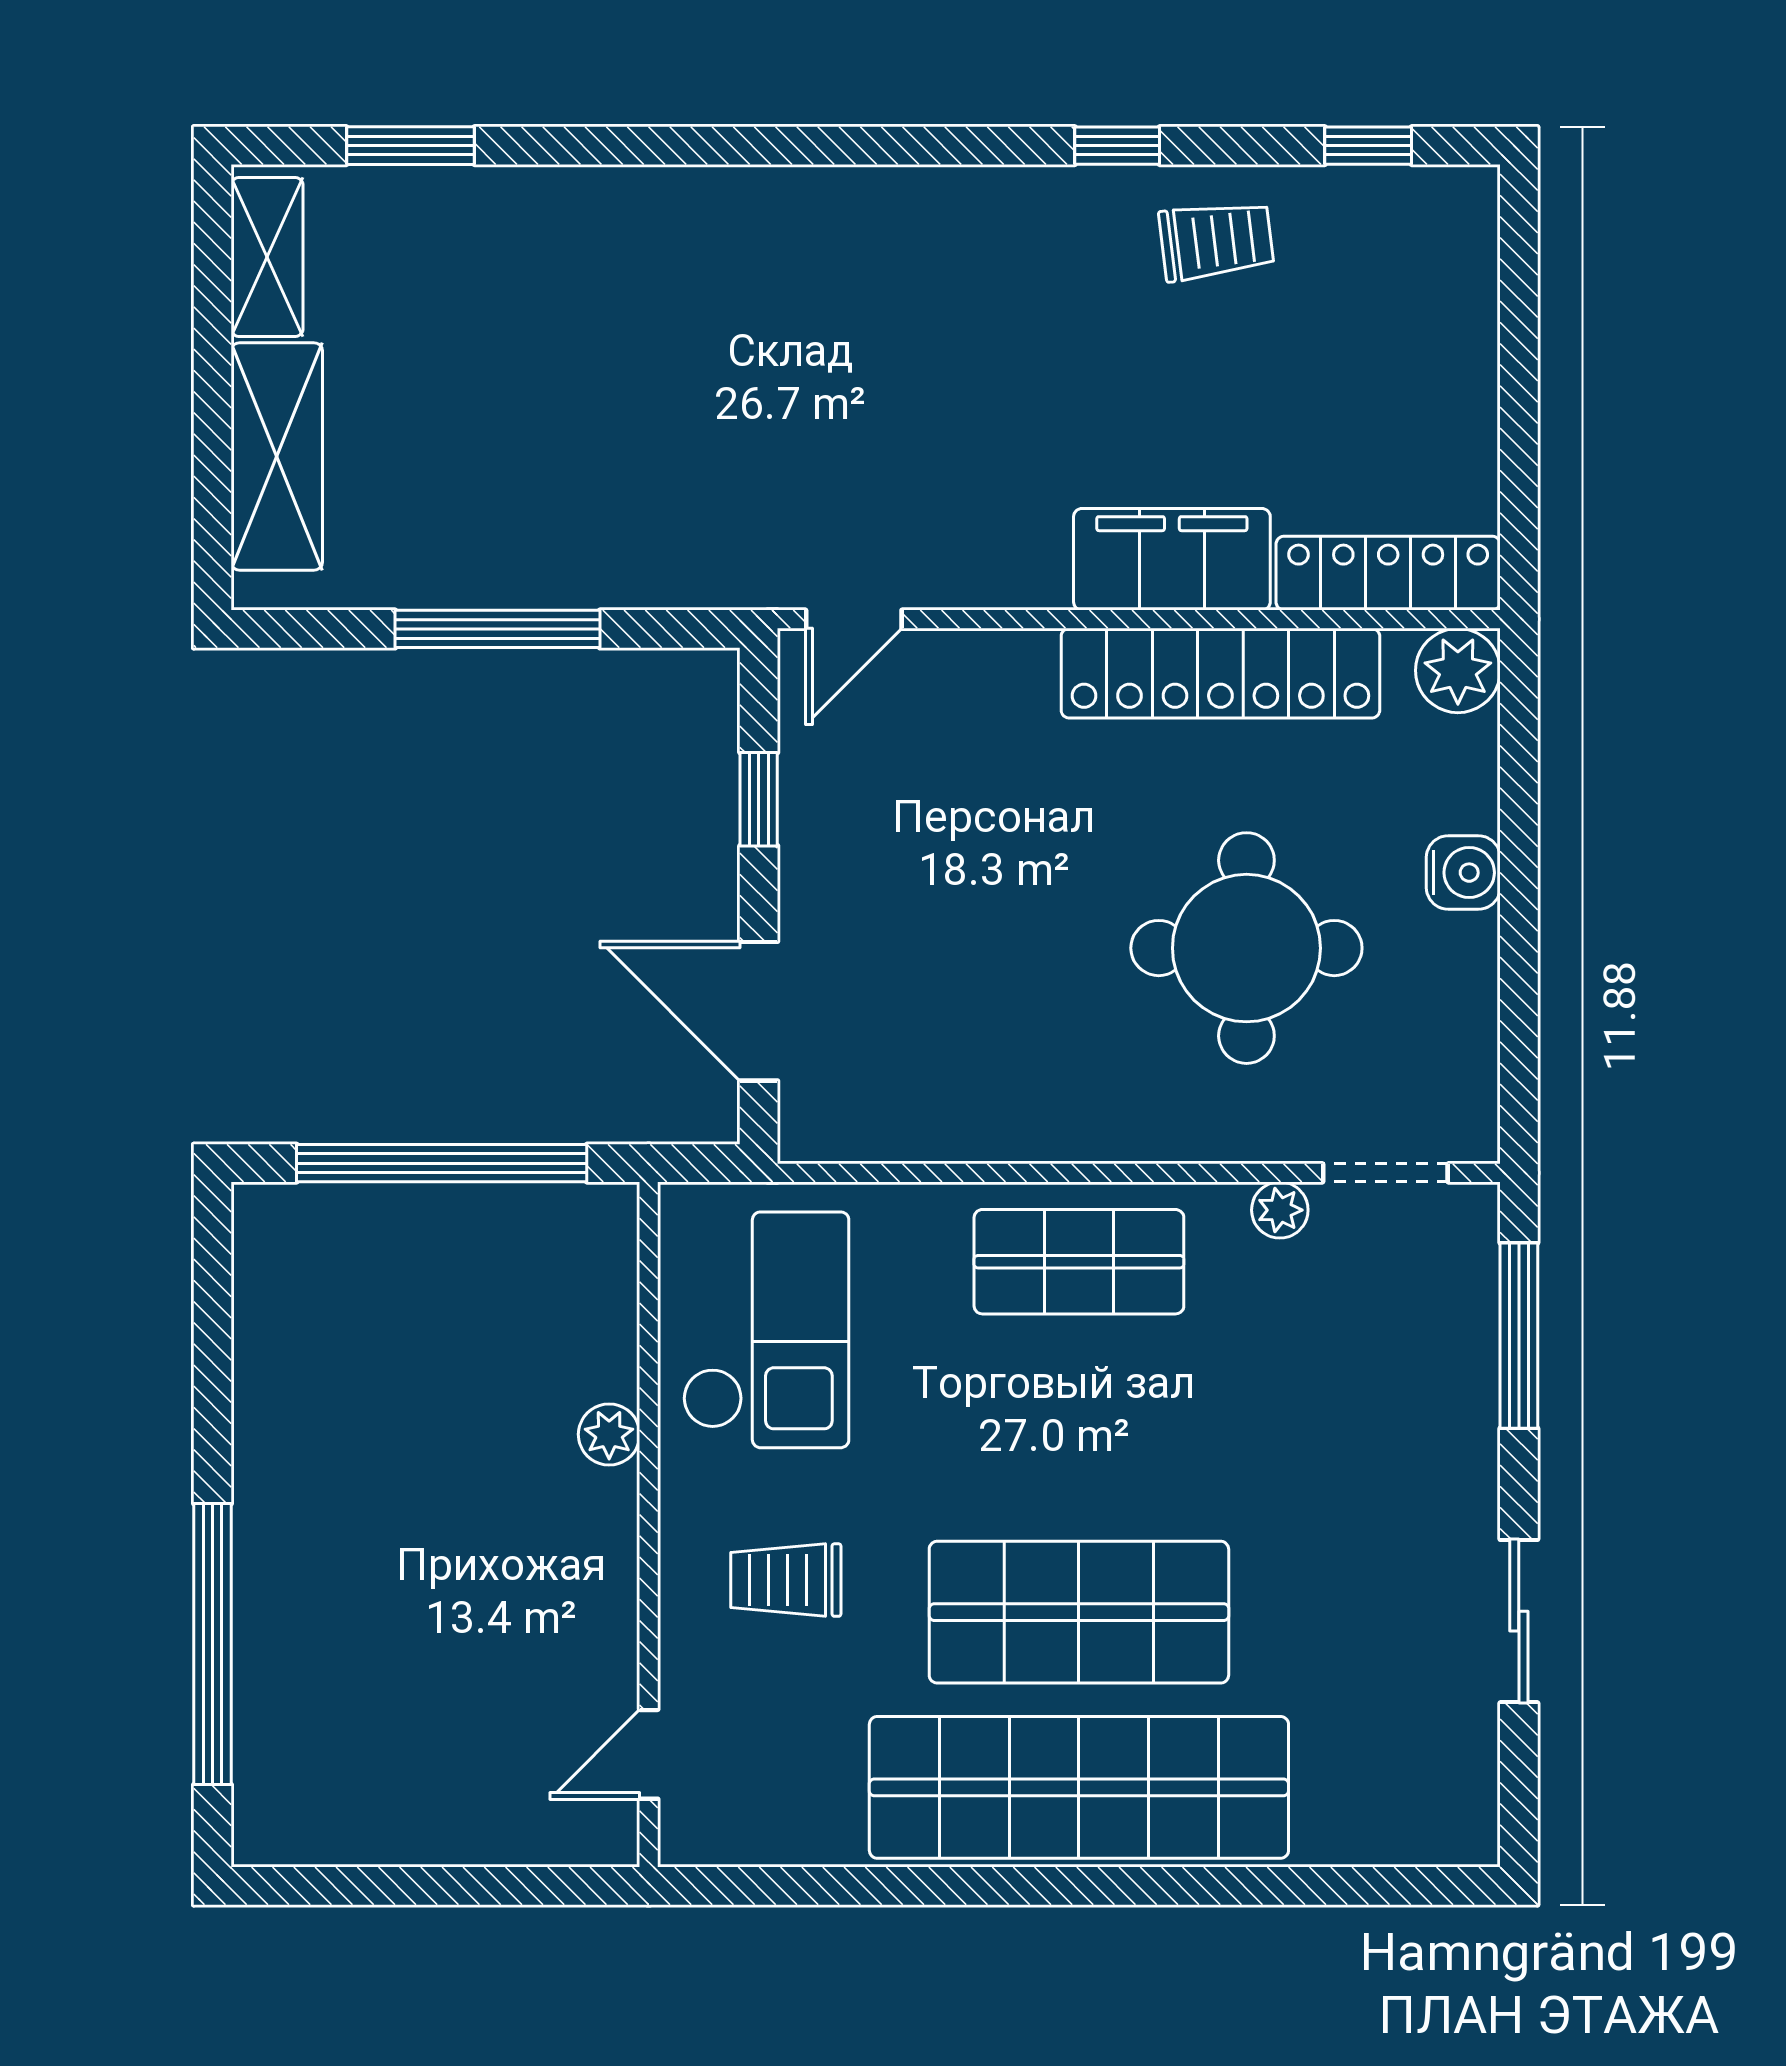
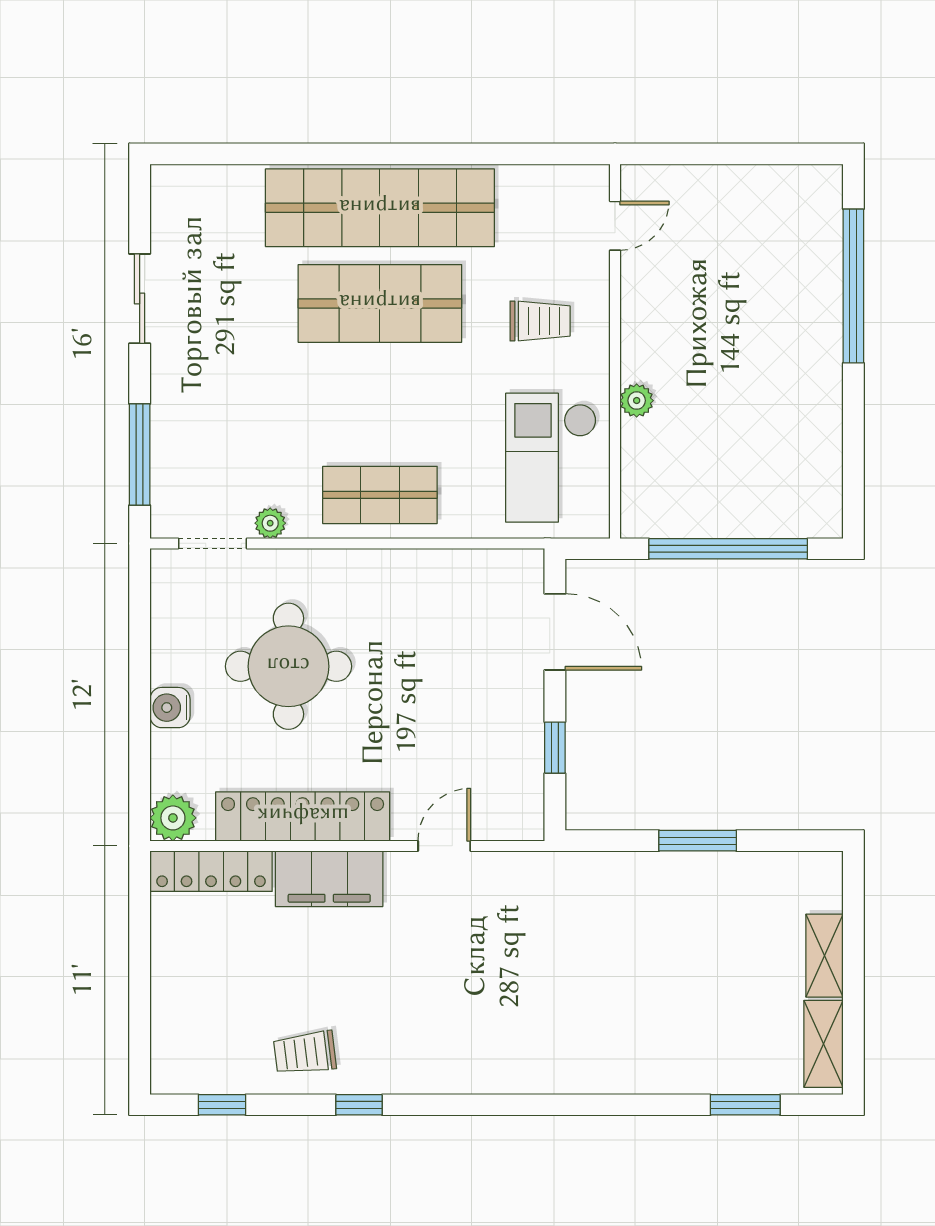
shelving: (277, 456) -> (824, 956), width x0.67, depth x0.75
door: (854, 619) -> (444, 846), moved
window: (498, 629) -> (698, 841), width x0.69

